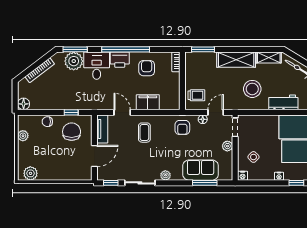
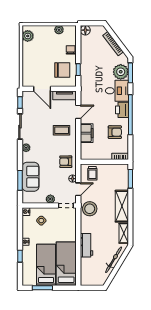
stool: (252, 89) -> (90, 209), moved
door: (216, 112) -> (78, 189), hinge flipped

